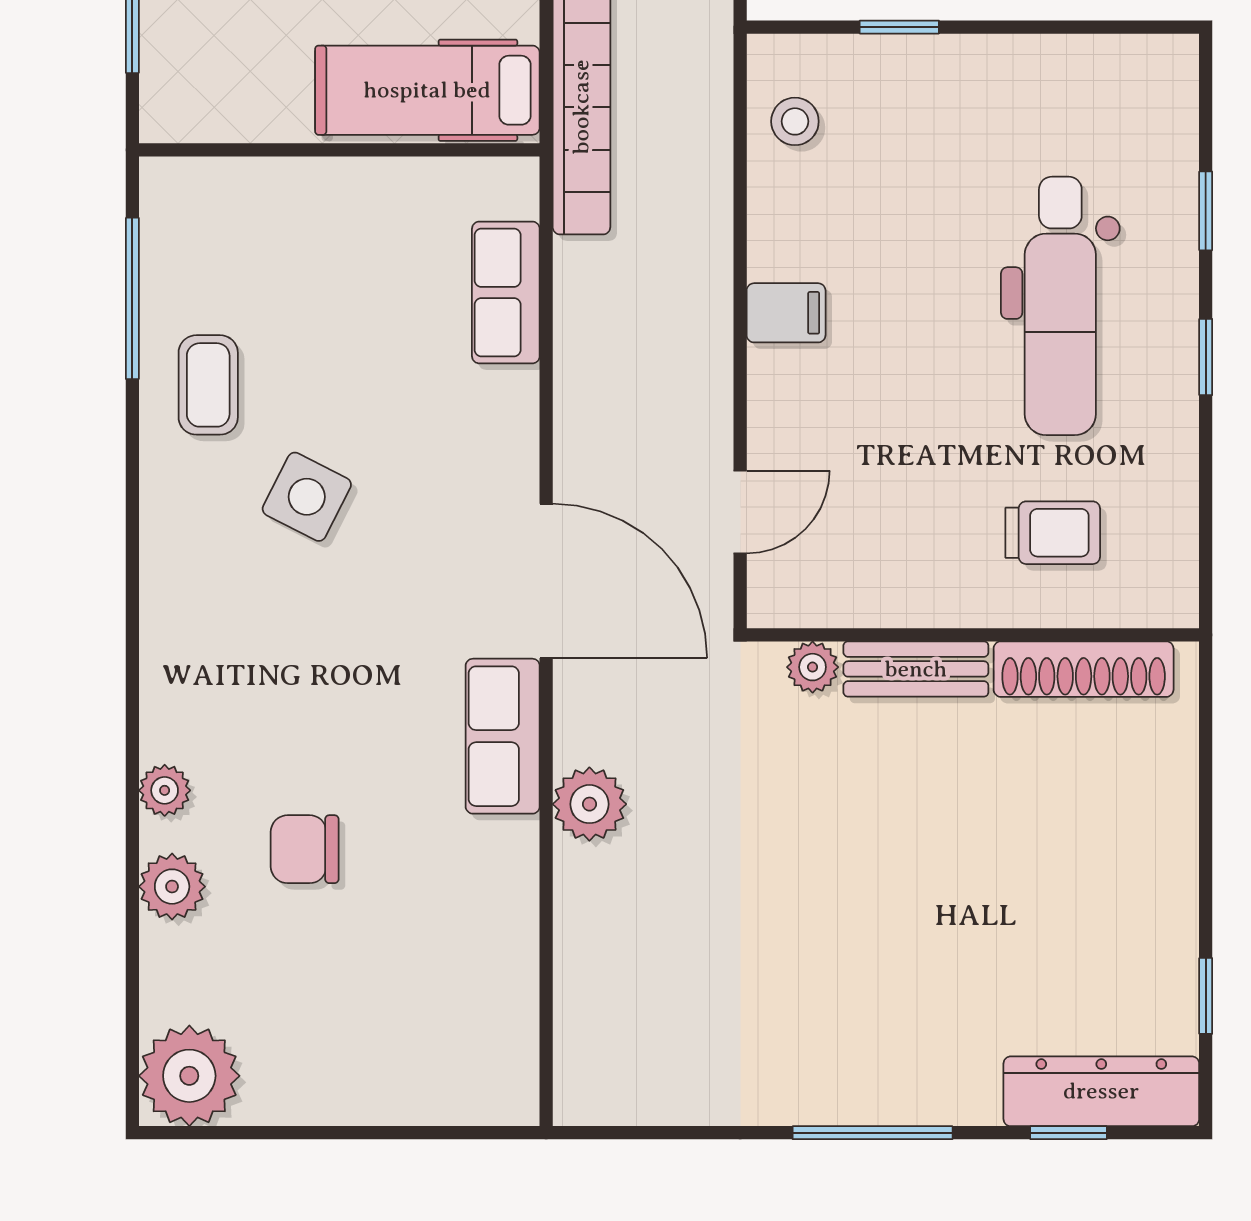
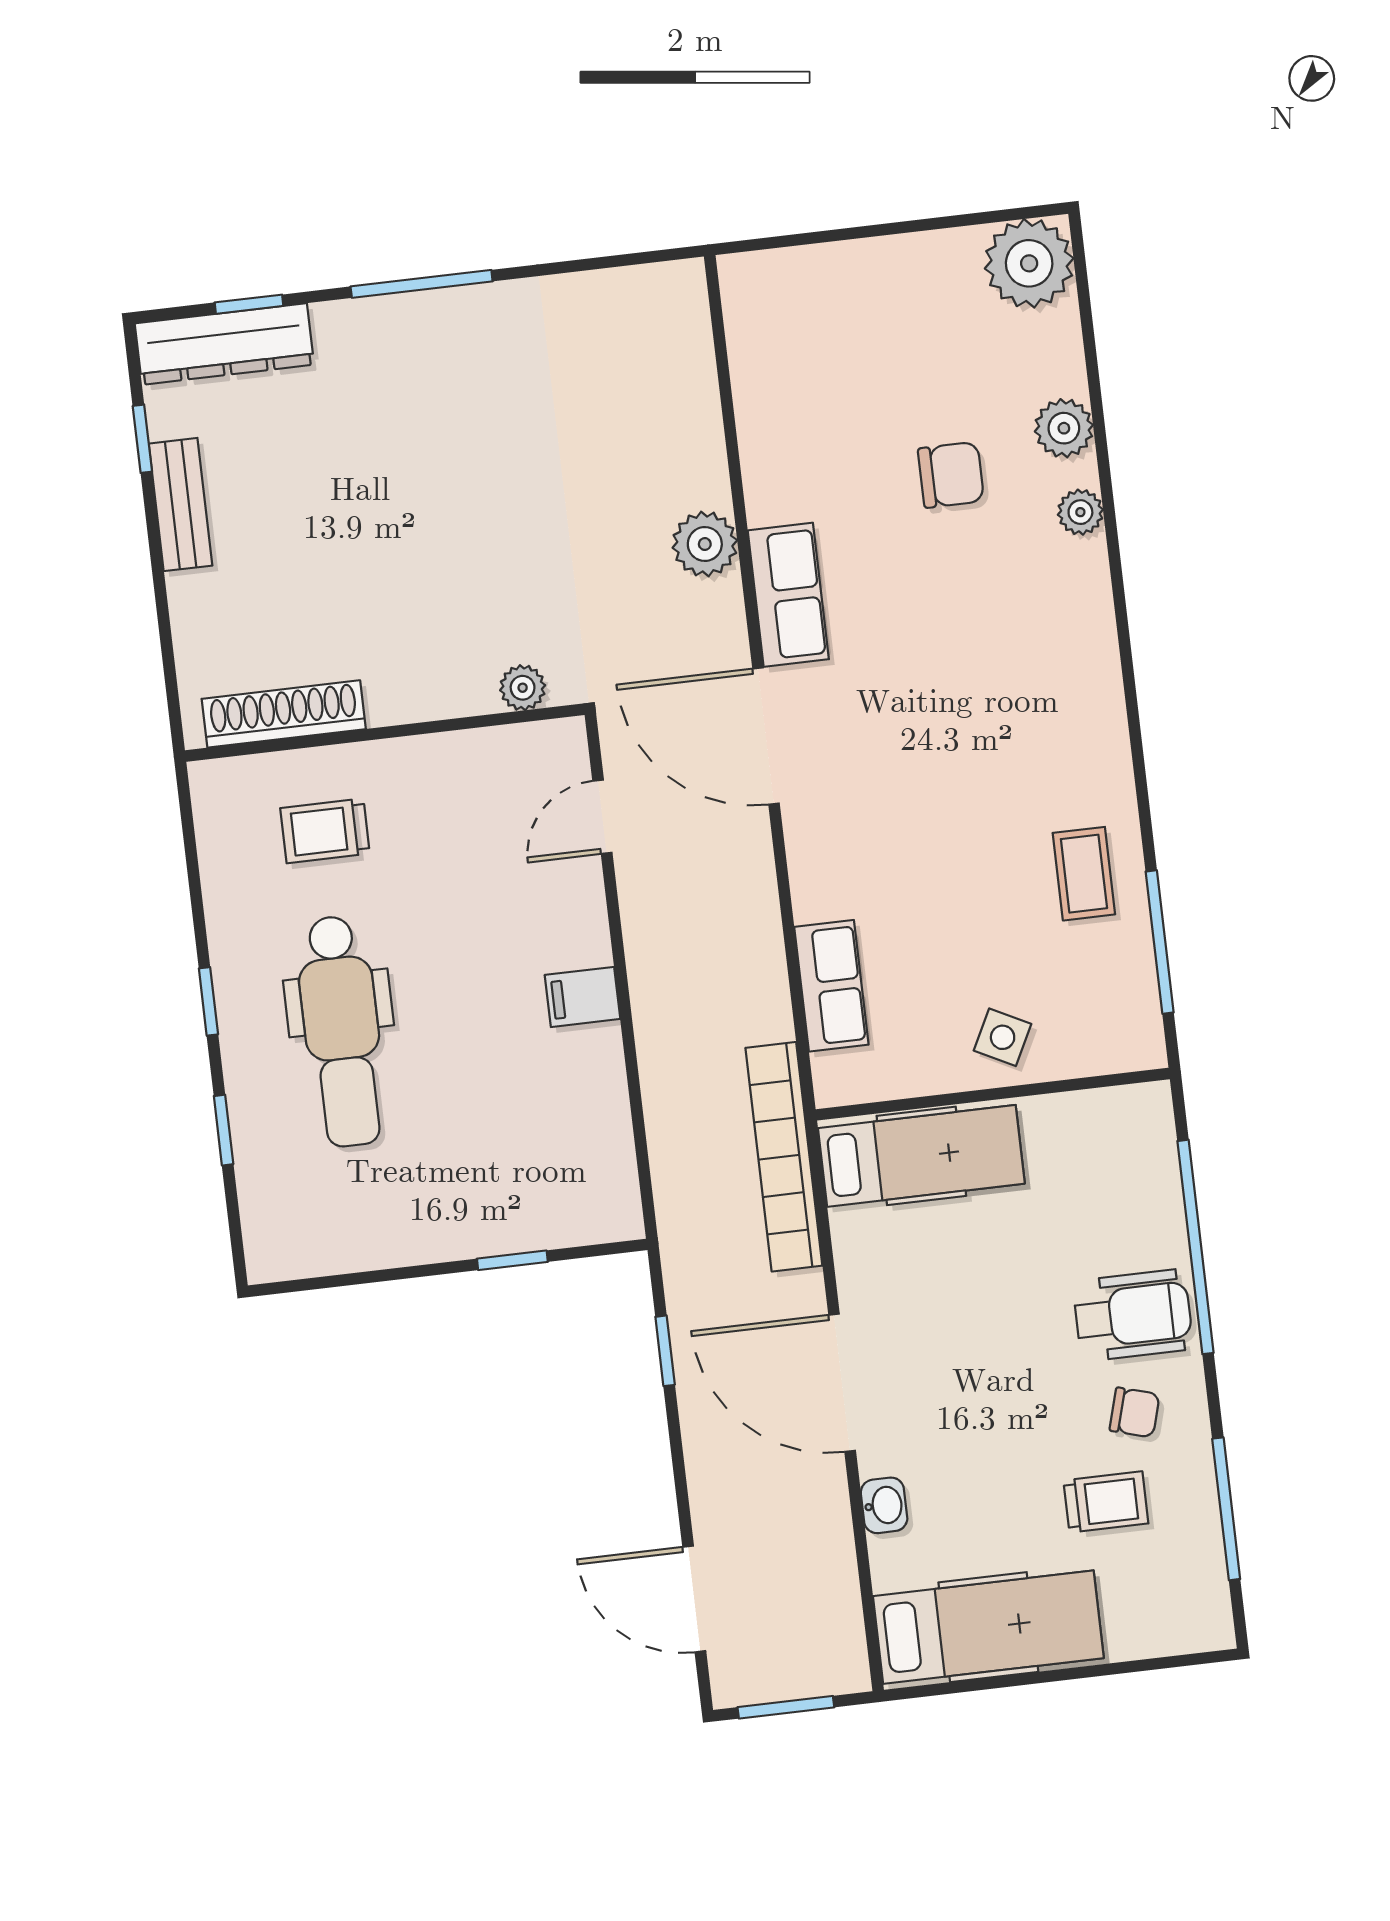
stool: (795, 121) -> (595, 1166), removed
dental chair: (1060, 306) -> (342, 1031), turned 180
side table: (307, 497) -> (1003, 1037), moved, width x0.73, depth x0.73
bench: (916, 669) -> (181, 505), moved, turned 90

